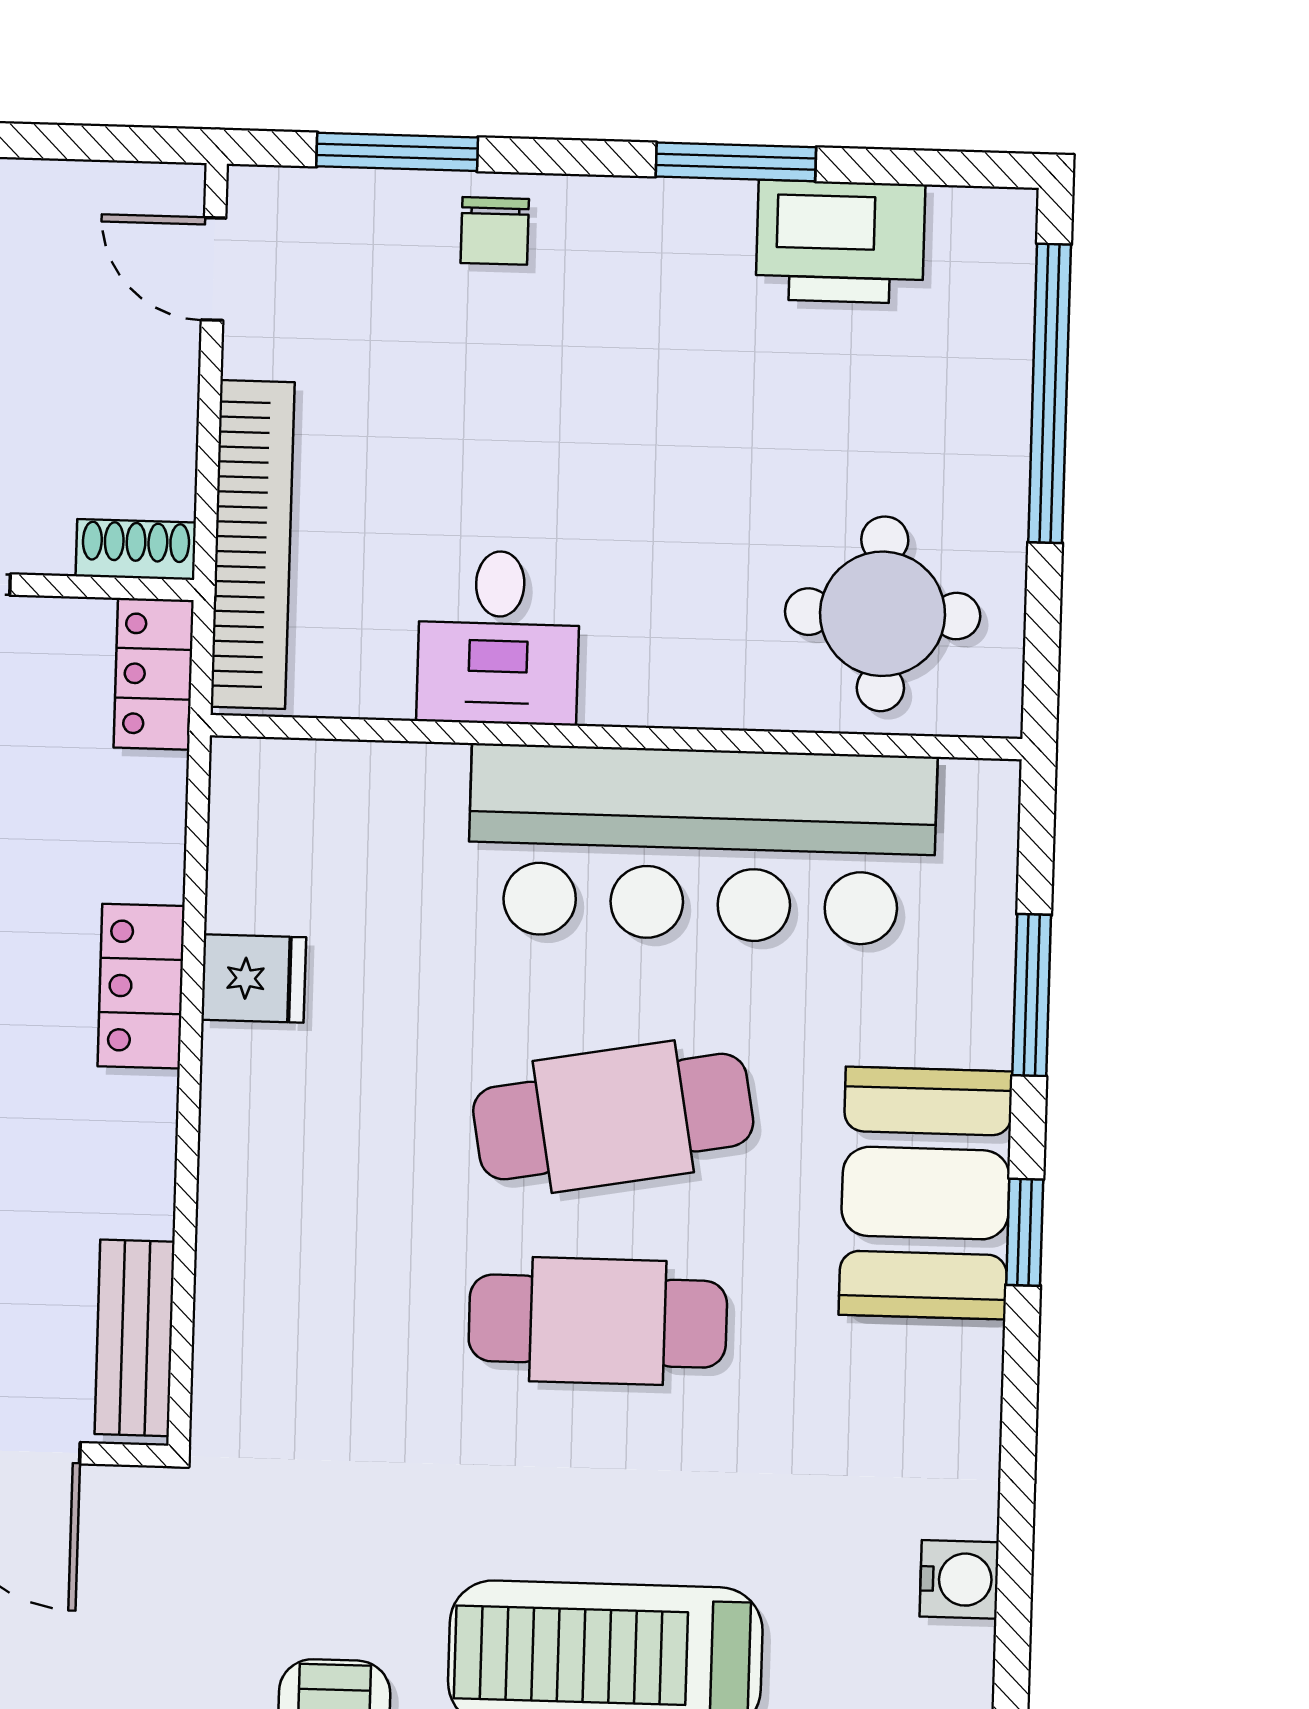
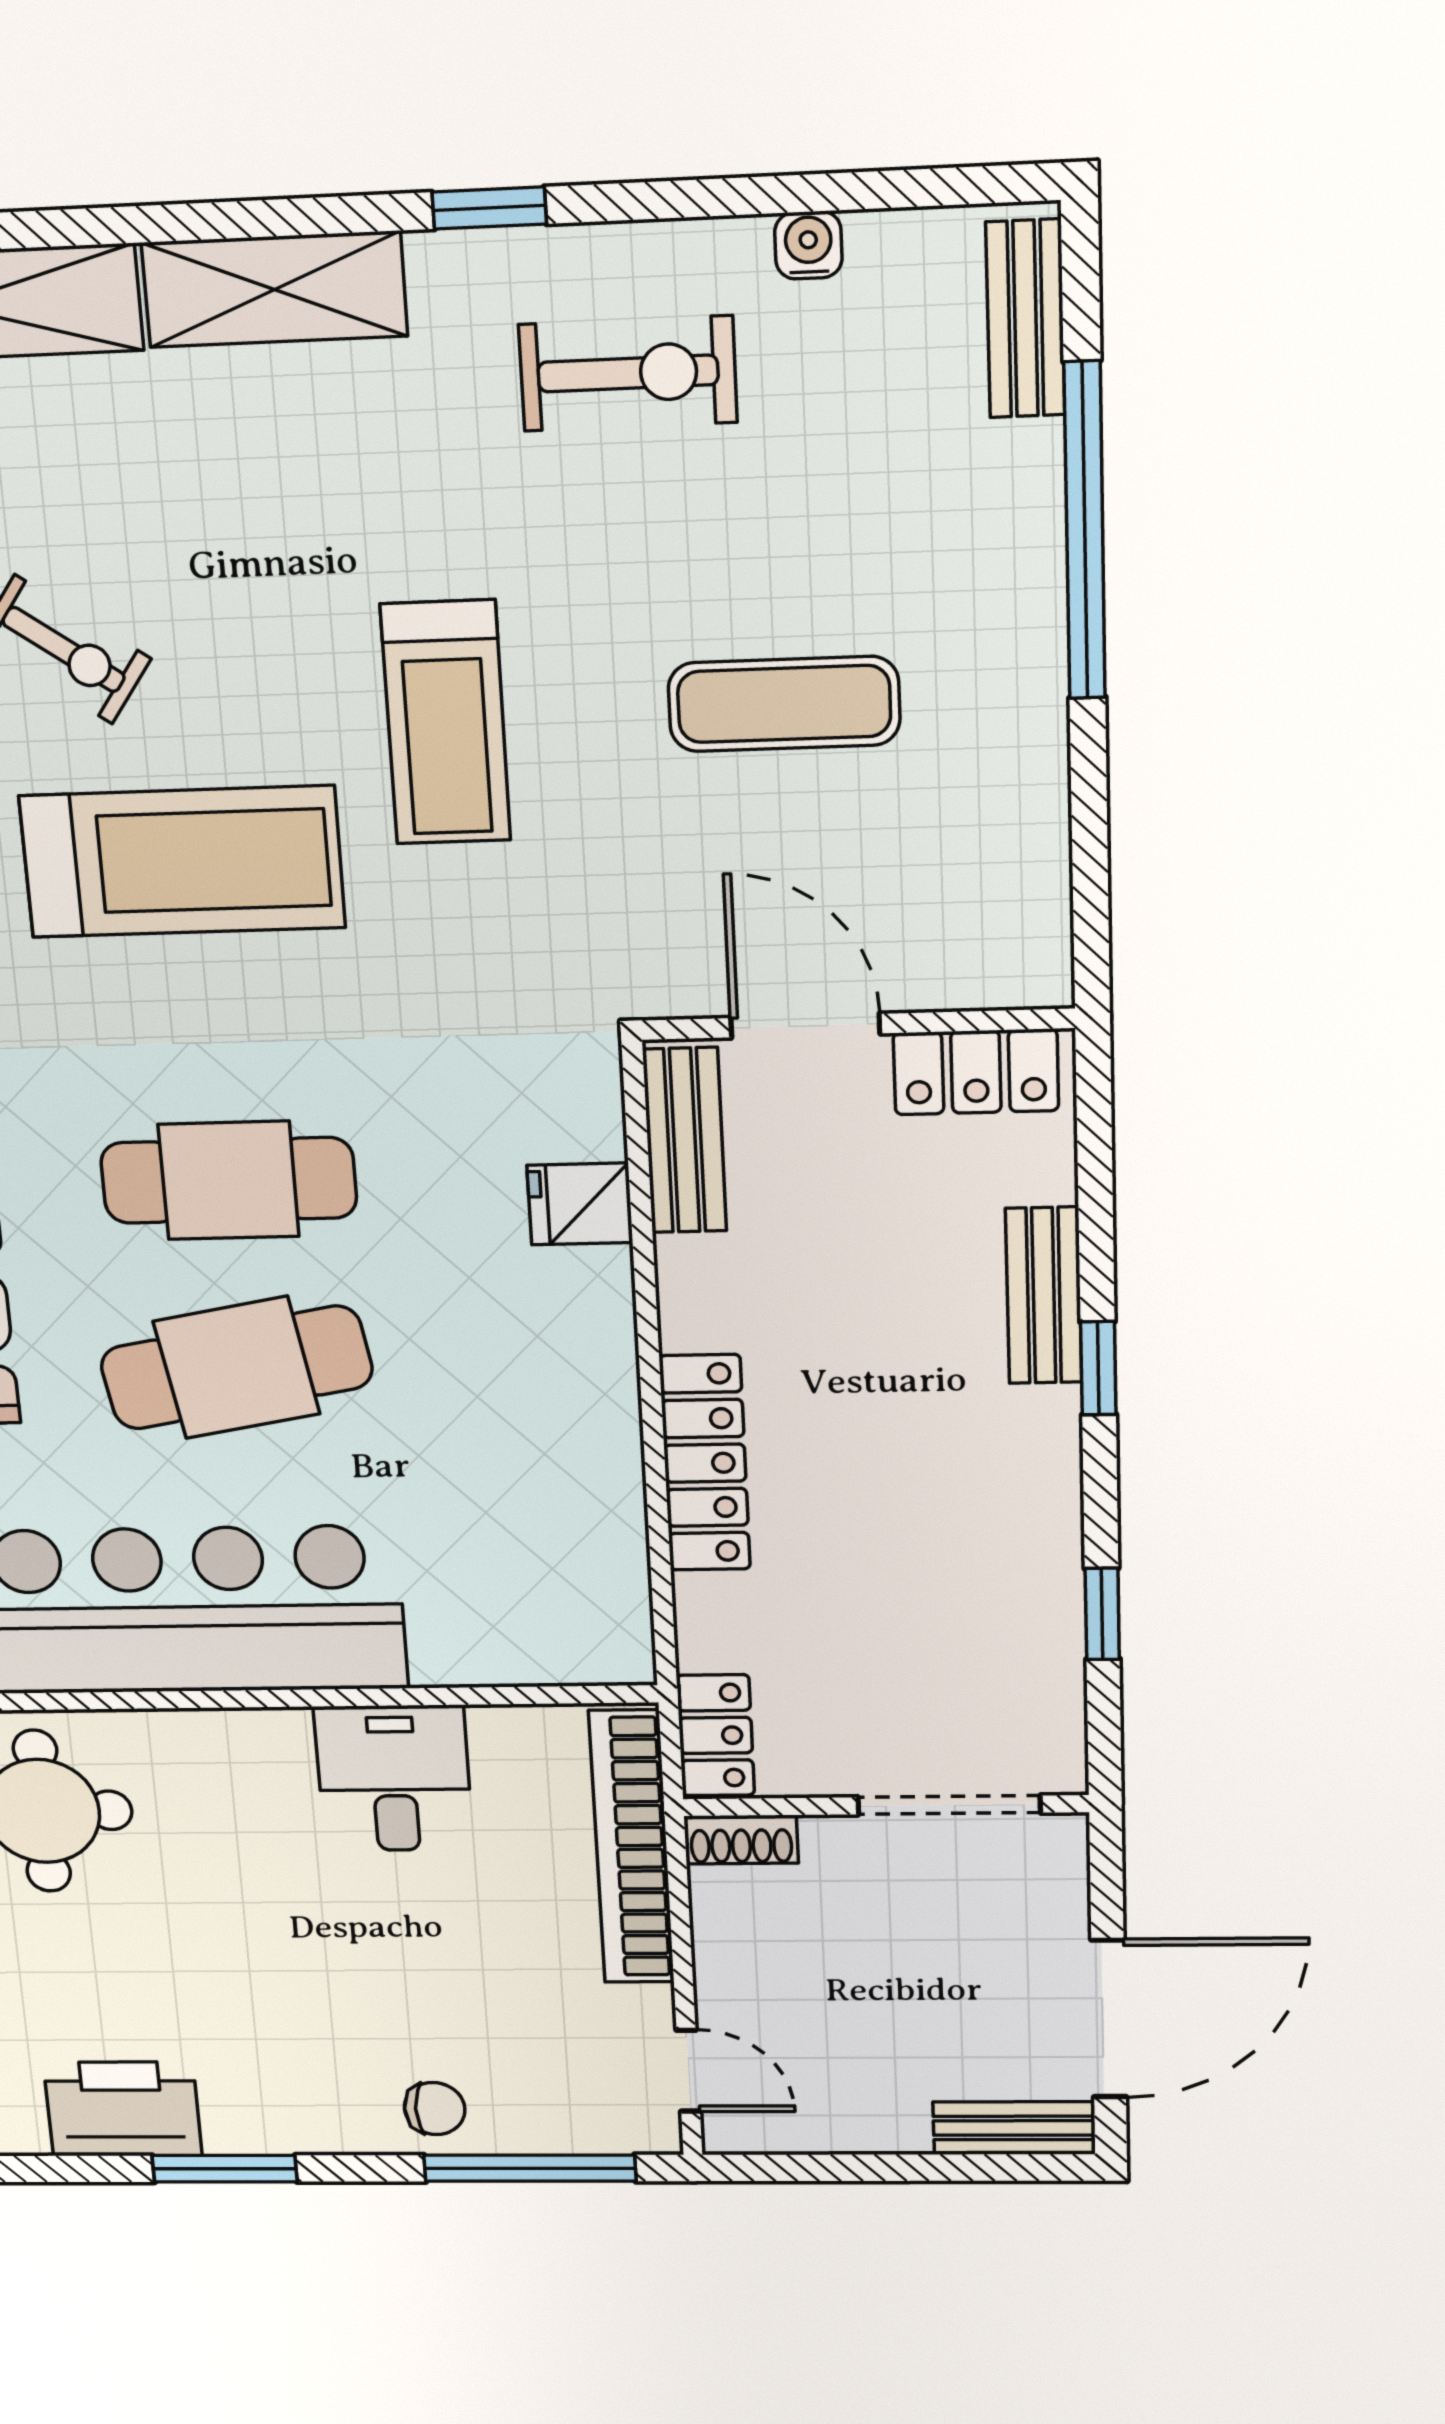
window: (397, 152) -> (530, 2168), width x1.44
chair: (495, 231) -> (435, 2109), turned 90
fridge: (254, 978) -> (580, 1204), moved
locker: (141, 986) -> (705, 1463), width x1.53

